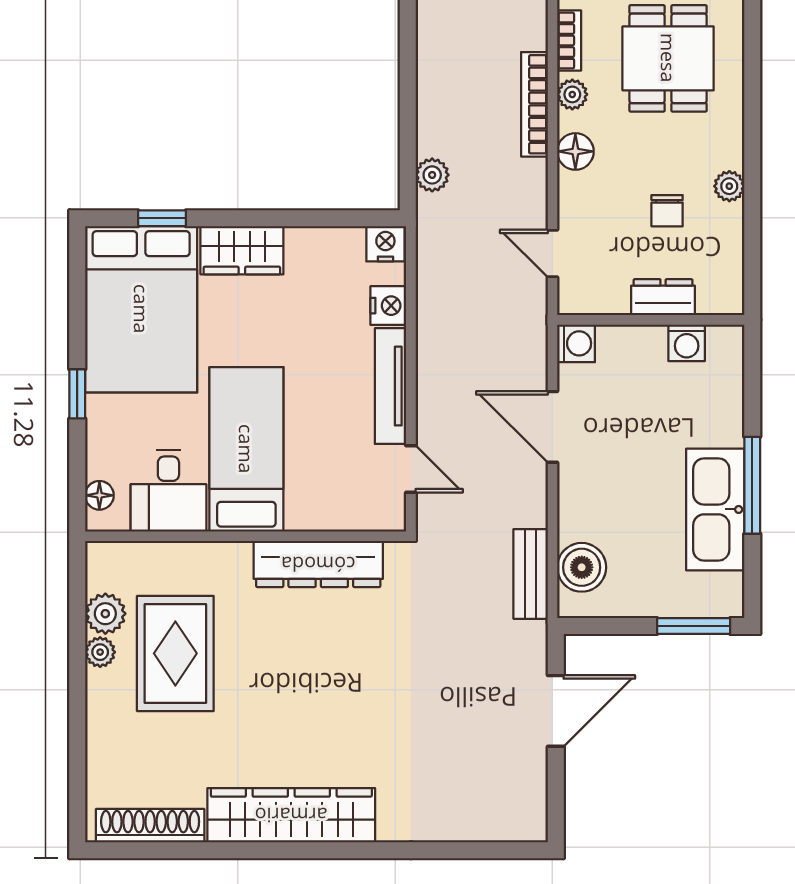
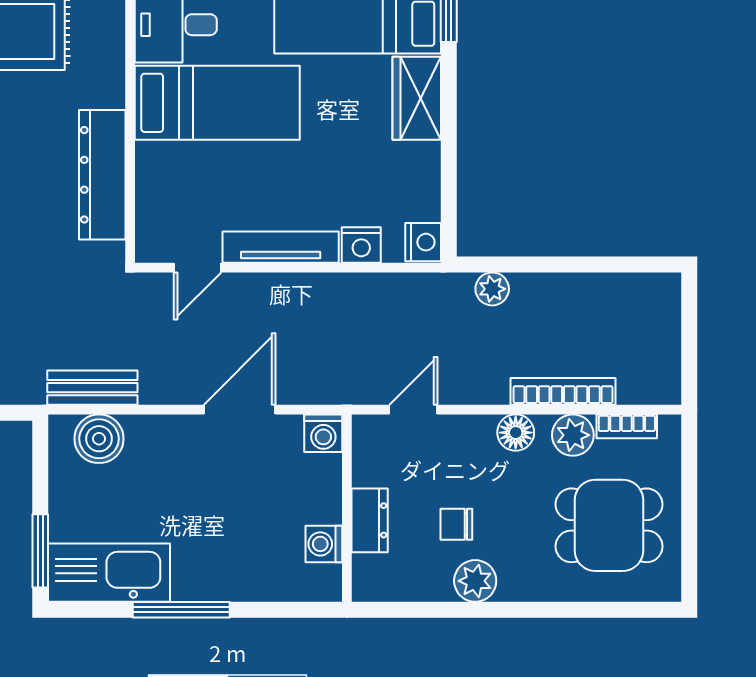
plant: (572, 94) -> (573, 435), width x1.38, depth x1.38
plant: (729, 186) -> (475, 581), width x1.38, depth x1.38
kitchen sink: (715, 509) -> (109, 573), moved

